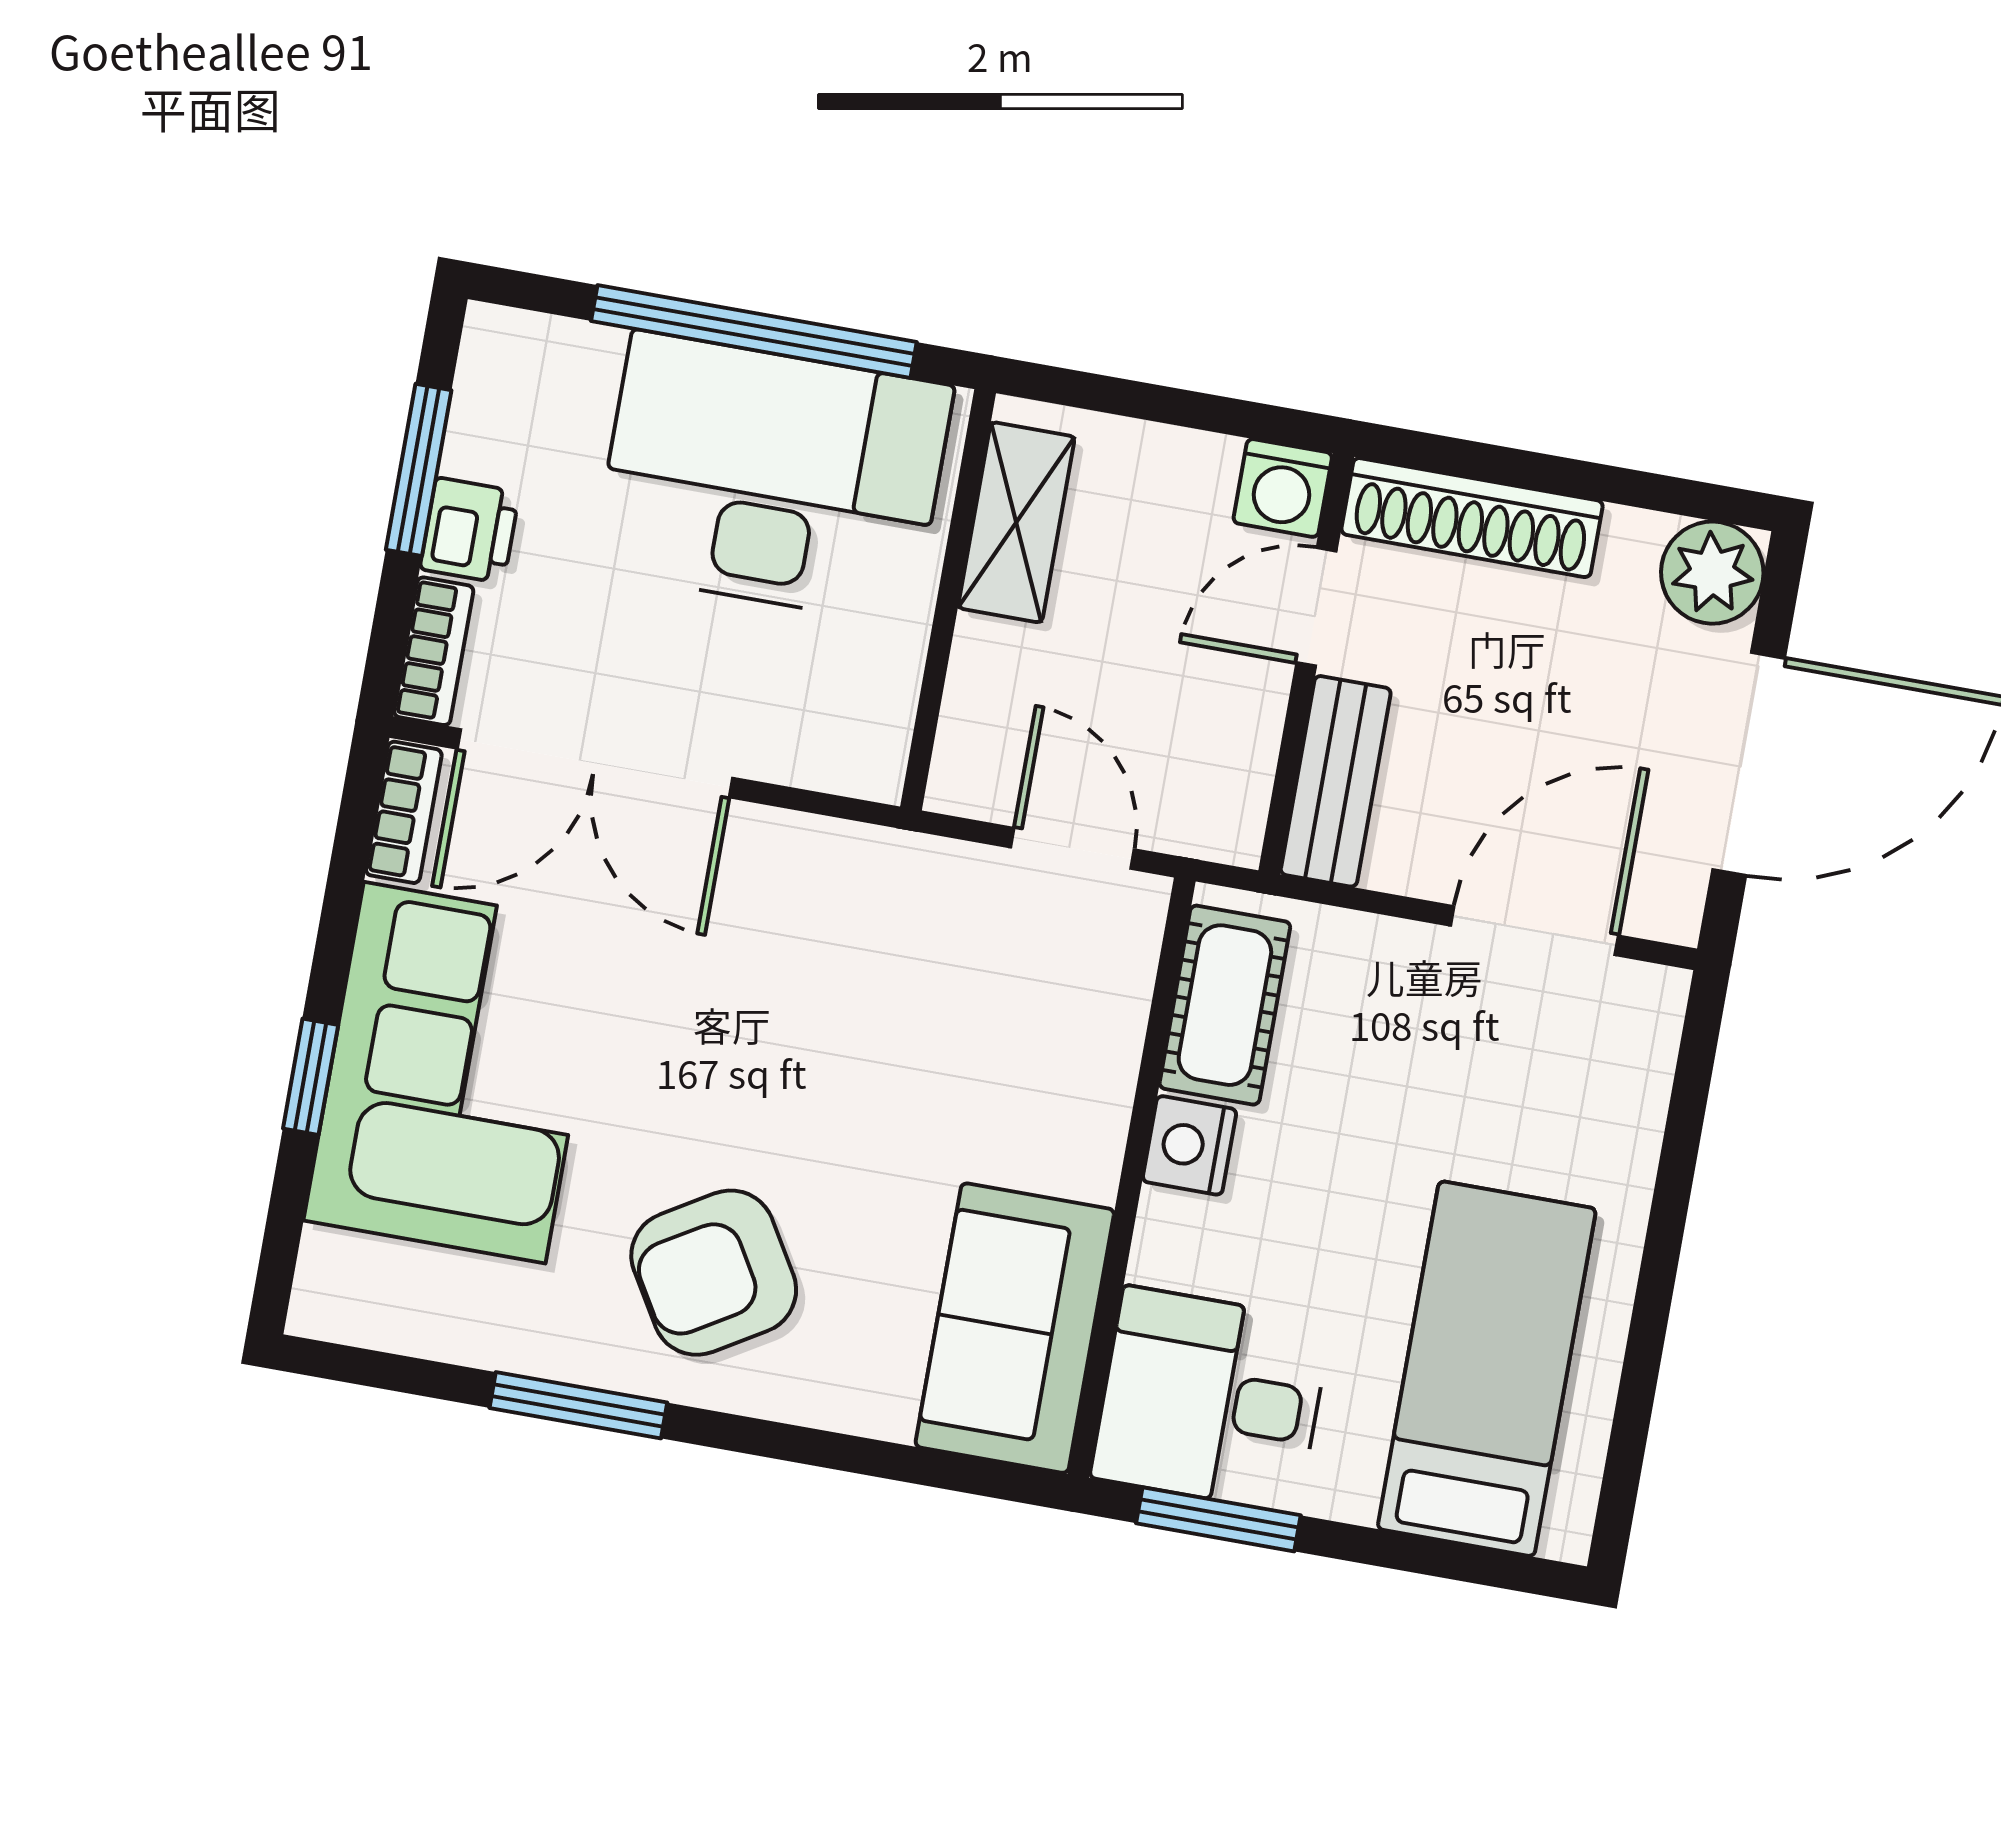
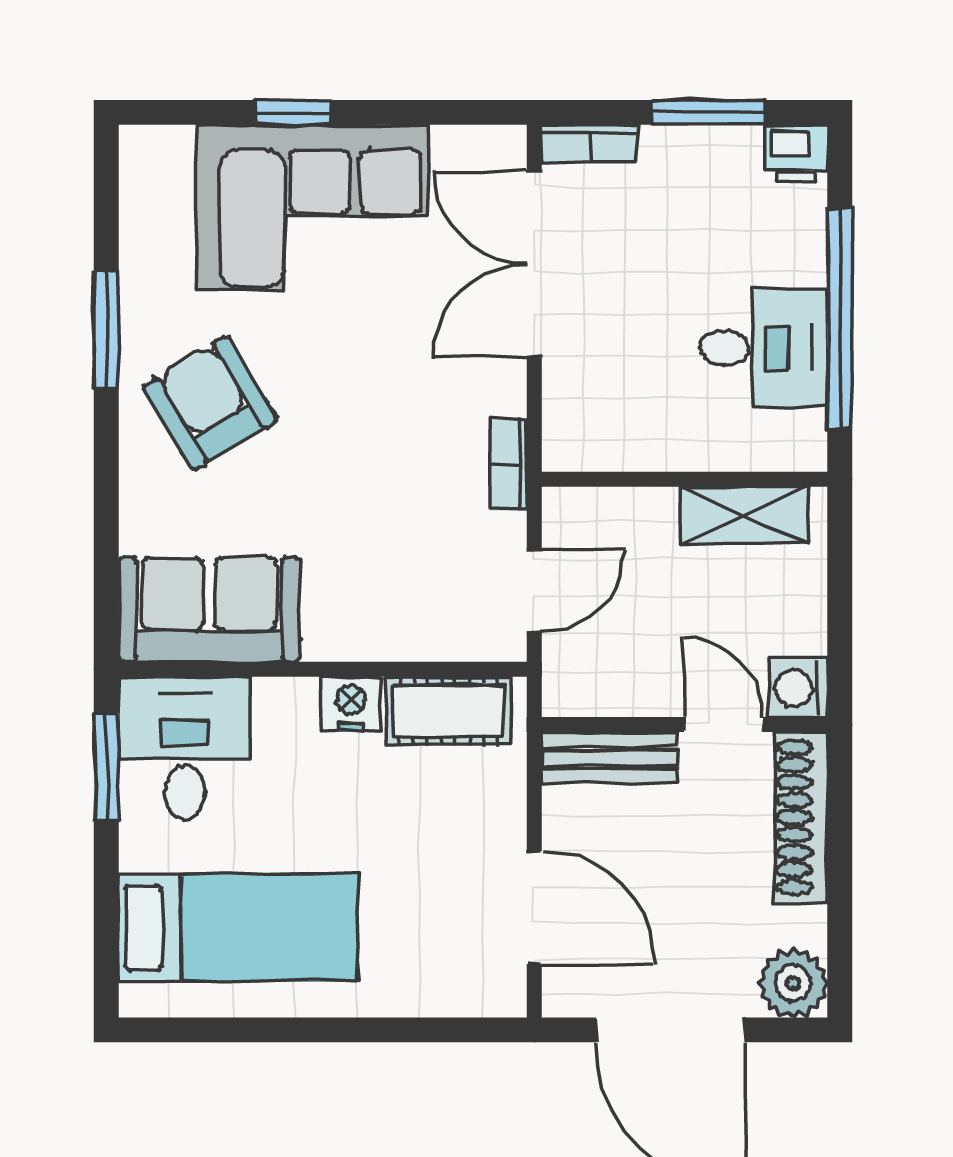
desk: (772, 478) -> (764, 348), width x0.53, depth x0.77
printer: (470, 530) -> (796, 153), moved
bookcase: (404, 812) -> (509, 465), moved, turned 90

